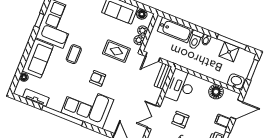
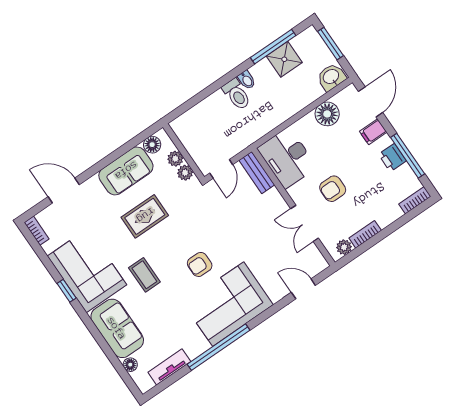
bathtub: (175, 30) -> (205, 114), removed
rug: (116, 51) -> (145, 216), moved

